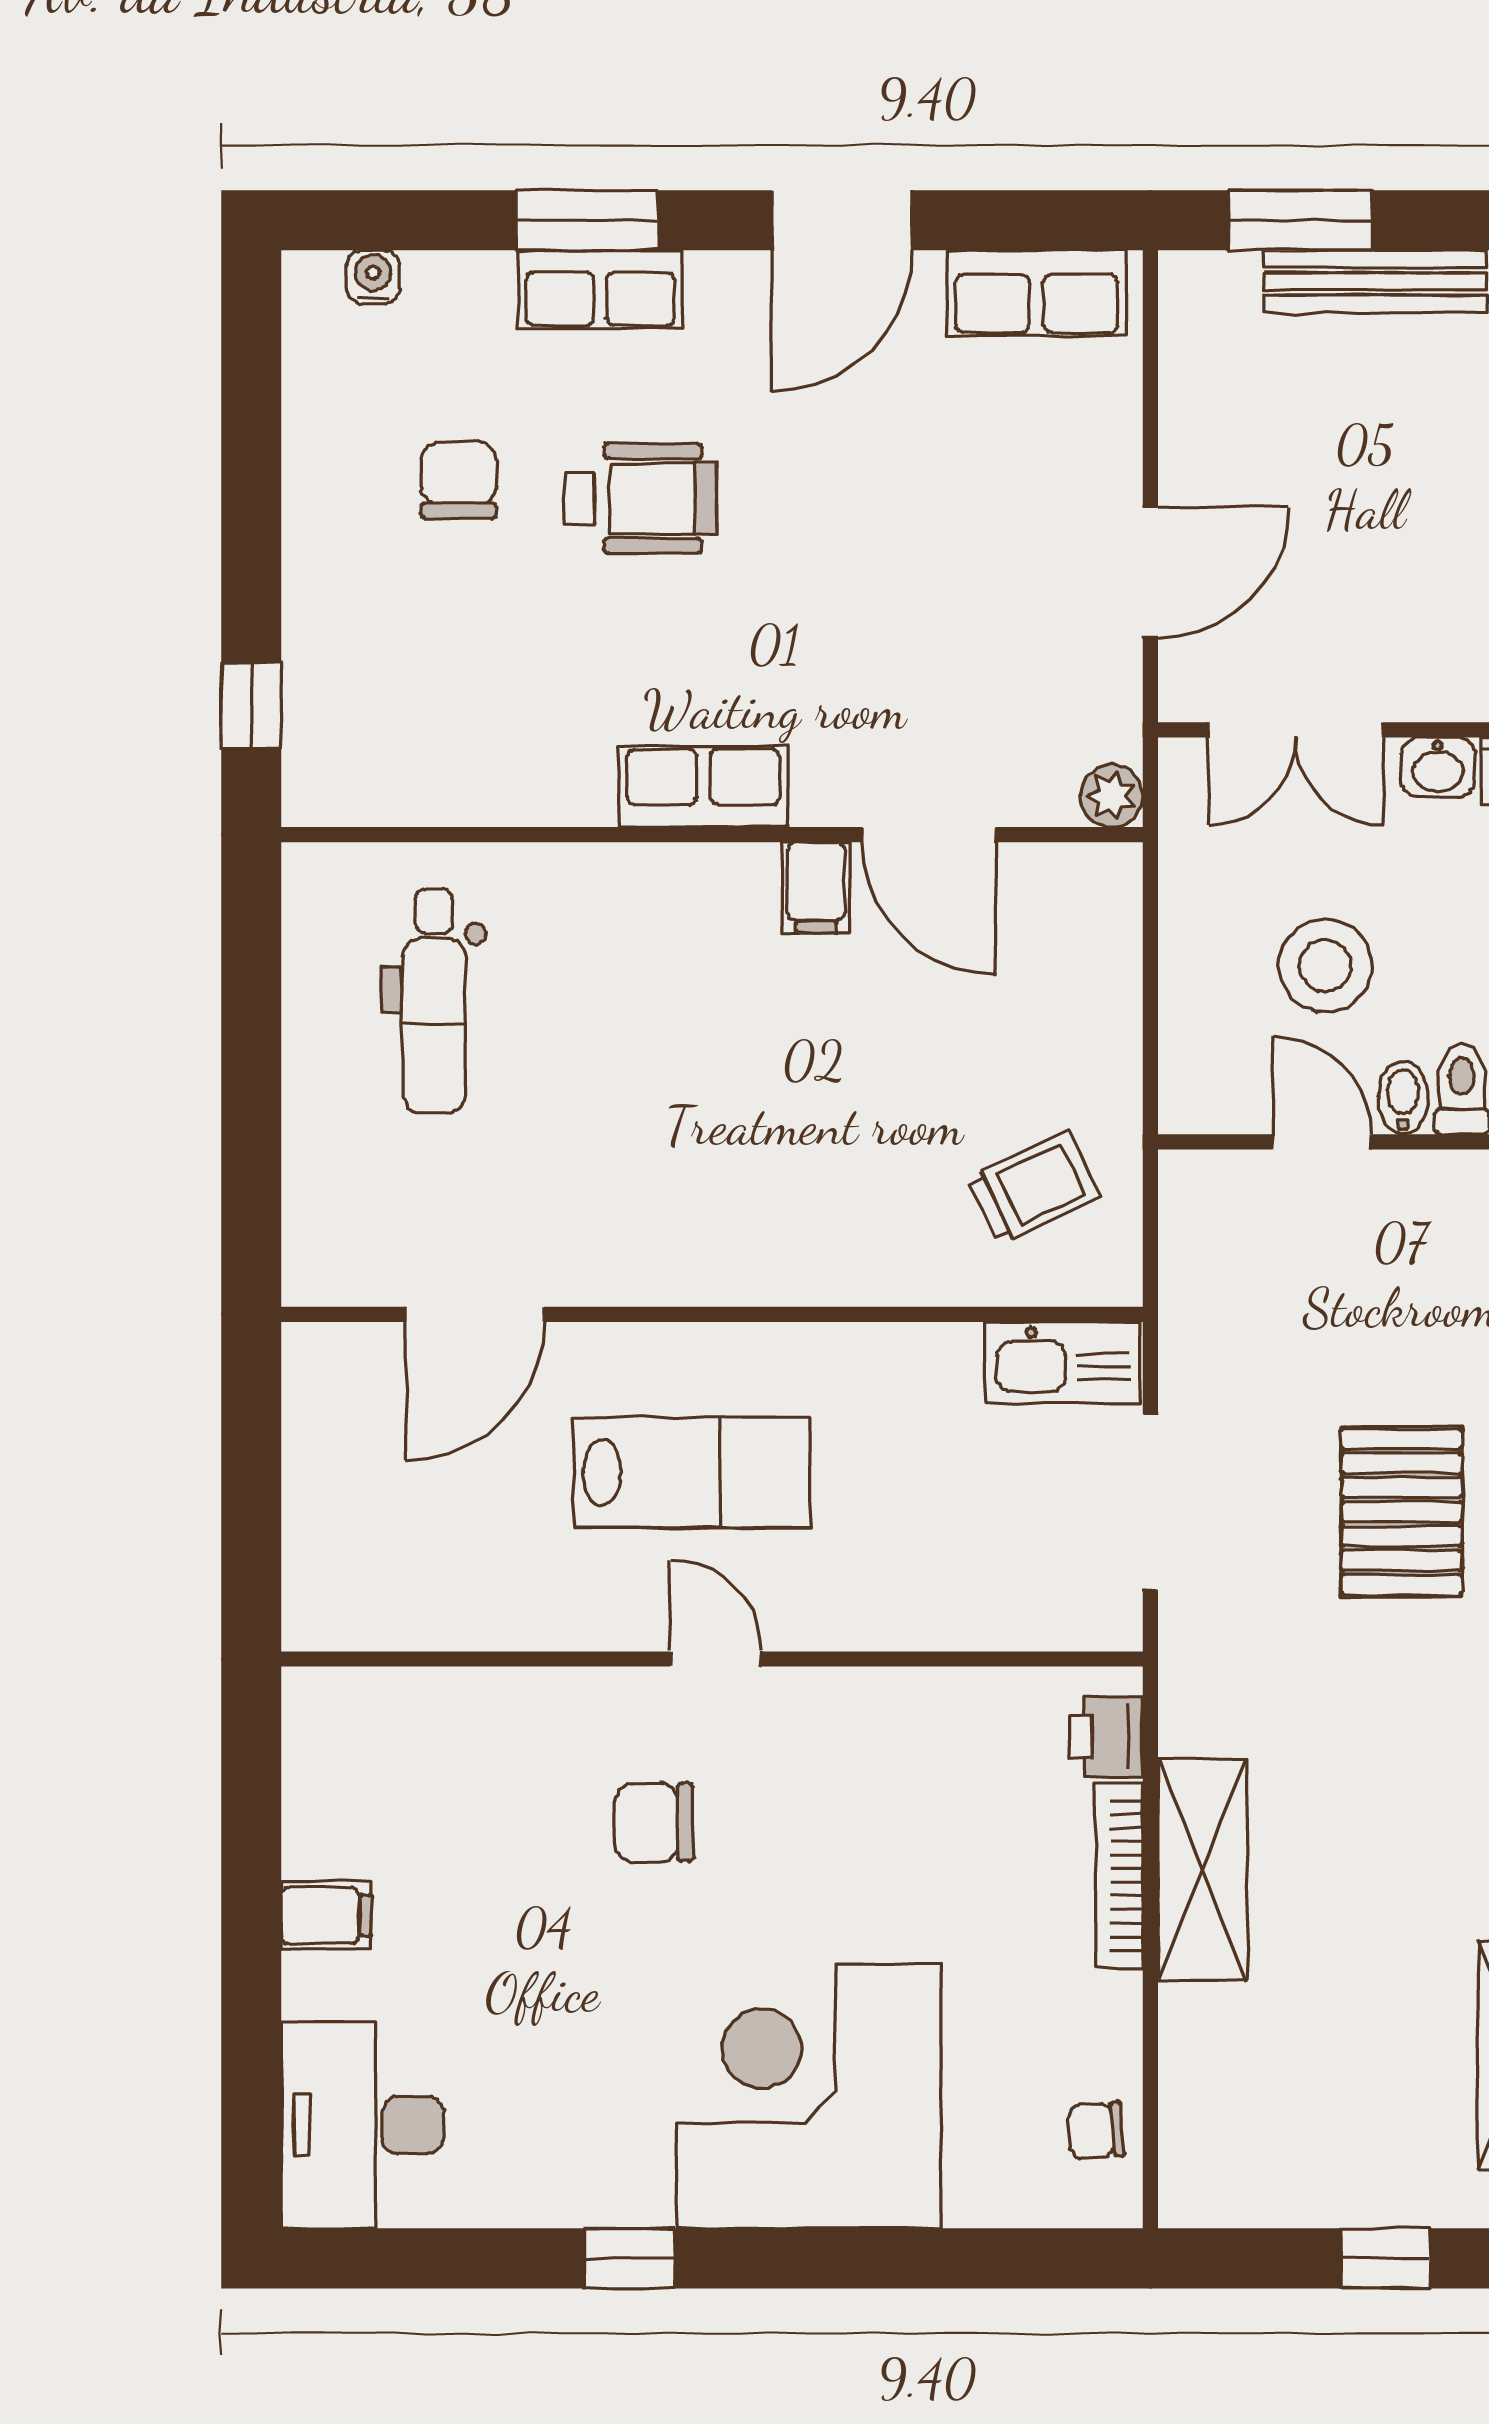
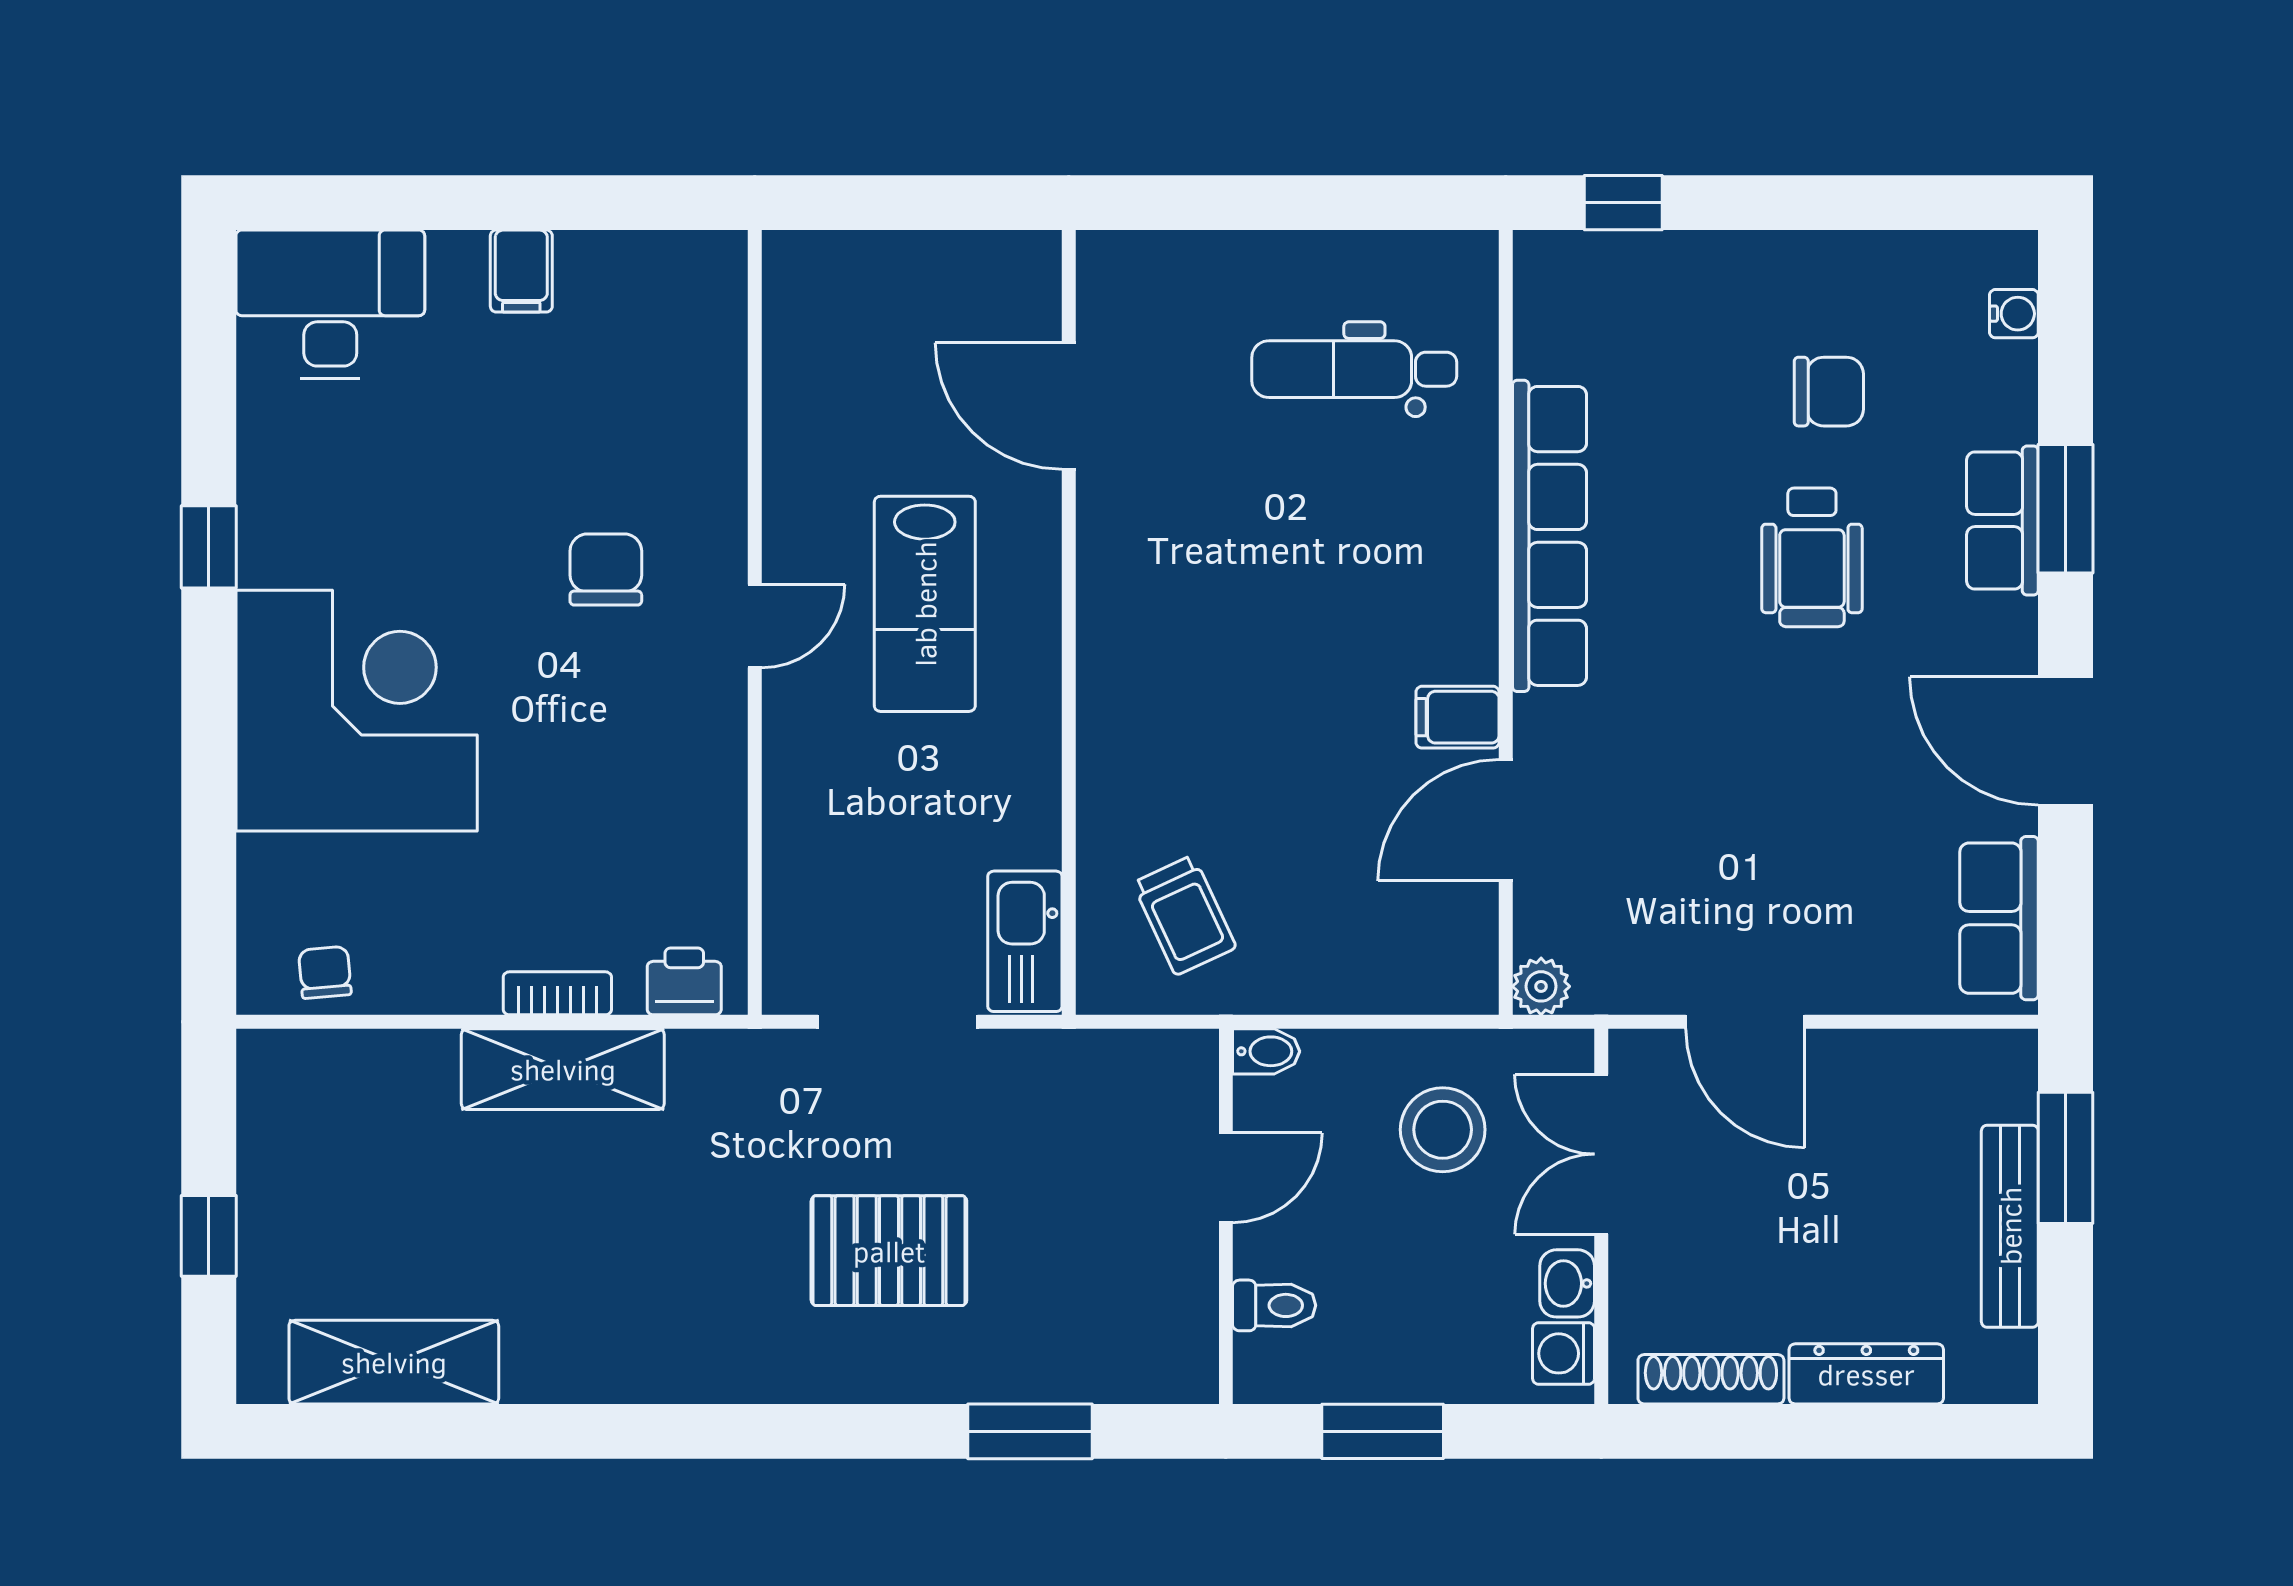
row of seats: (703, 787) -> (1549, 536), width x2.02
stool: (1325, 966) -> (1443, 1130), moved
bidet: (1403, 1098) -> (1266, 1051), moved
bookcase: (1119, 1876) -> (557, 993), width x0.64

